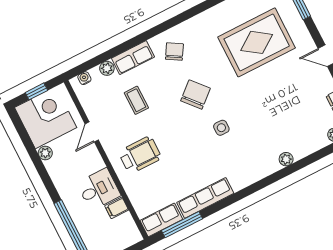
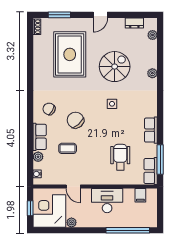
chair: (195, 95) -> (75, 120), moved
spiral stairs: (270, 107) -> (115, 67), added
wheelchair: (140, 155) -> (120, 157), moved
desk: (99, 189) -> (107, 201), width x1.37
row of seats: (205, 198) -> (151, 130), width x0.68
filing cabinet: (117, 208) -> (140, 195), moved

